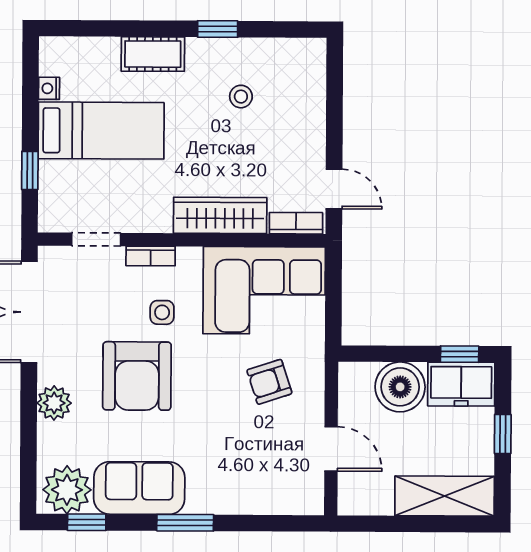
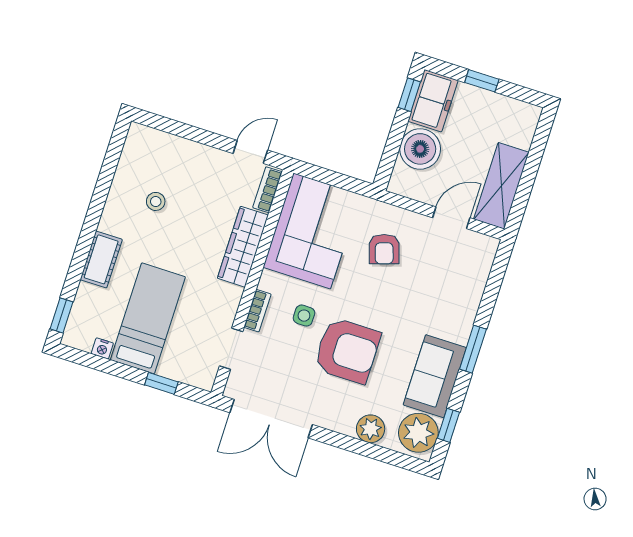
window: (218, 29) -> (61, 315), moved
plant: (54, 403) -> (371, 429), moved
shelving: (445, 496) -> (501, 186), moved

